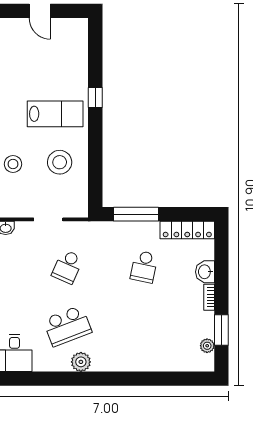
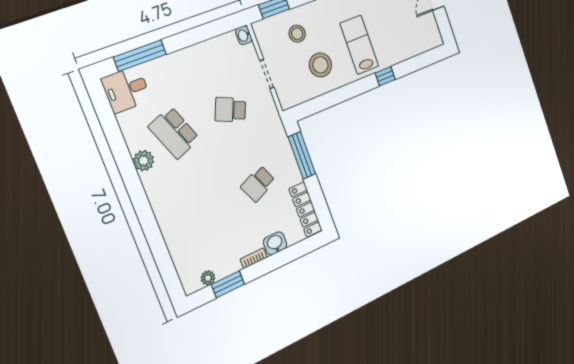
lab bench: (55, 114) -> (359, 45), turned 180
stool: (13, 164) -> (297, 34), moved
school desk: (144, 267) -> (258, 184), turned -36

